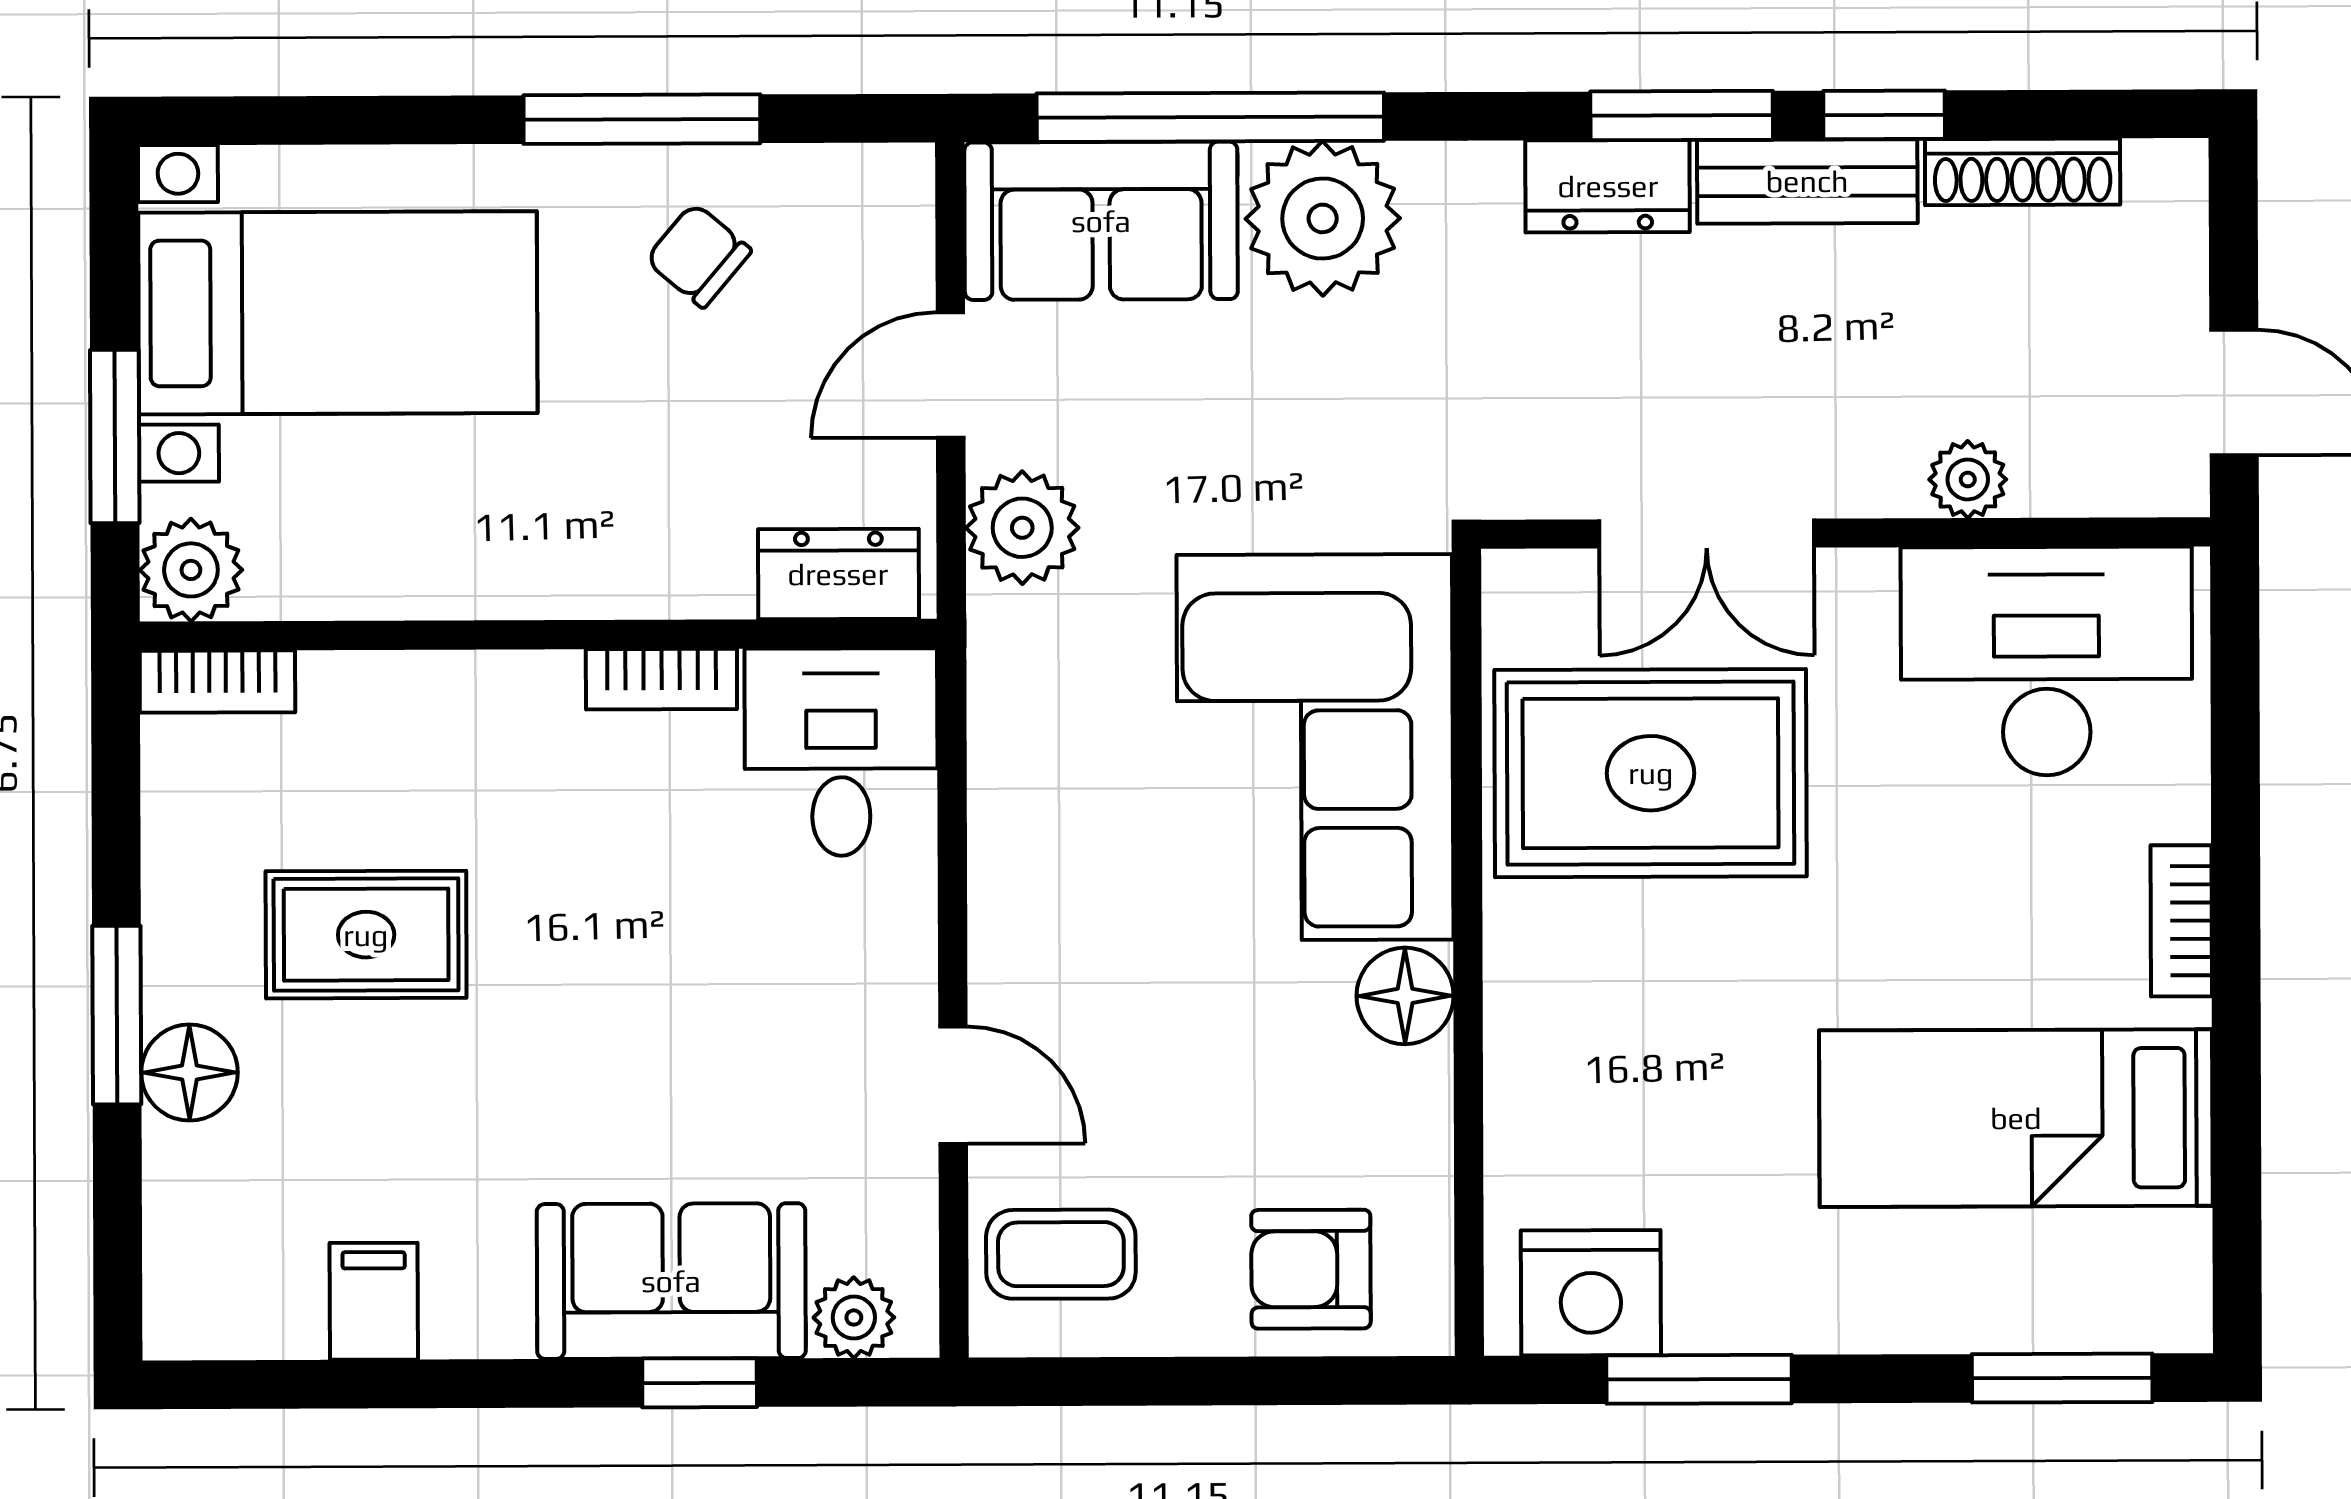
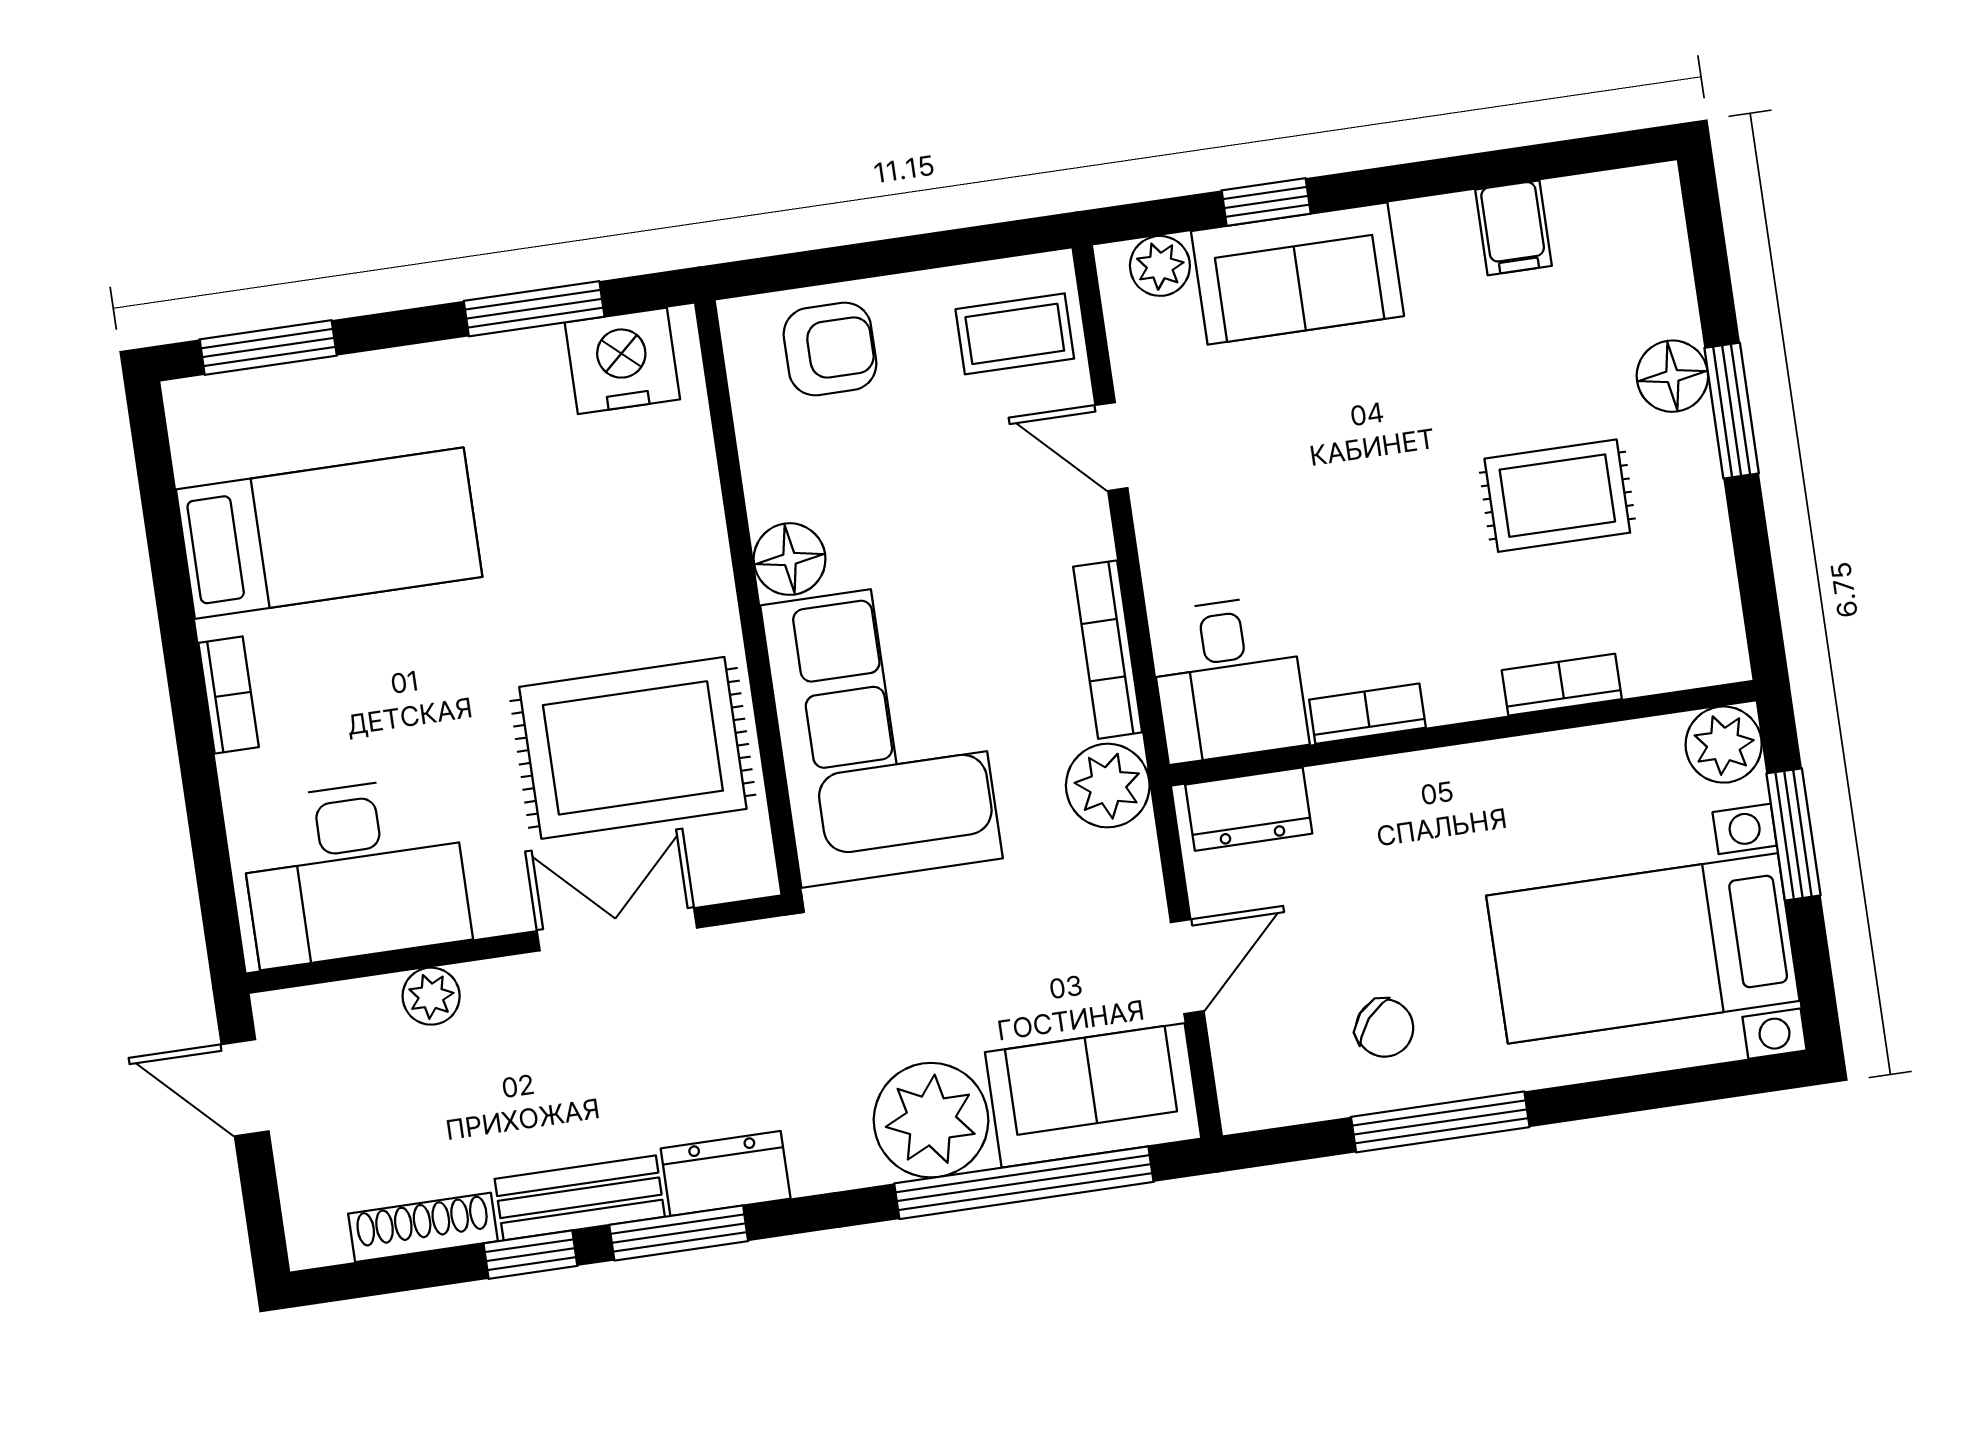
plant: (1022, 528) -> (1108, 786), moved
bookcase: (217, 682) -> (1562, 685), moved
bookcase: (997, 814) -> (1108, 650), added

